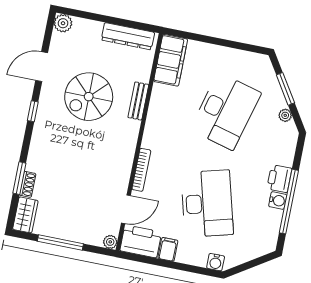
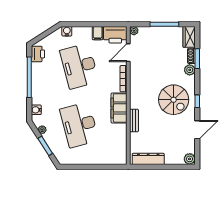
filing cabinet: (171, 60) -> (119, 108), moved
spiral stairs: (89, 97) -> (174, 100), moved, turned 90
desk: (226, 111) -> (79, 125), turned -30
plant: (35, 163) -> (190, 70), added
printer: (279, 179) -> (38, 54), moved
water cooler: (278, 200) -> (36, 110), moved

